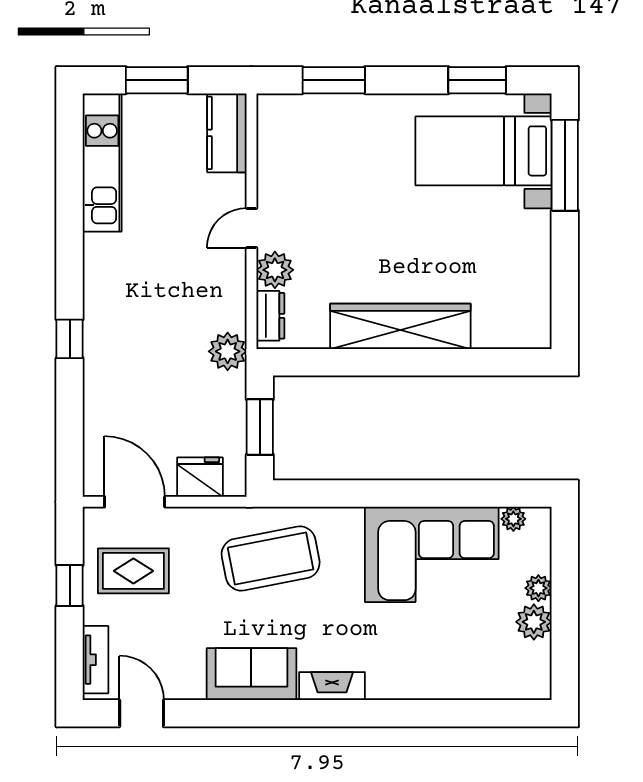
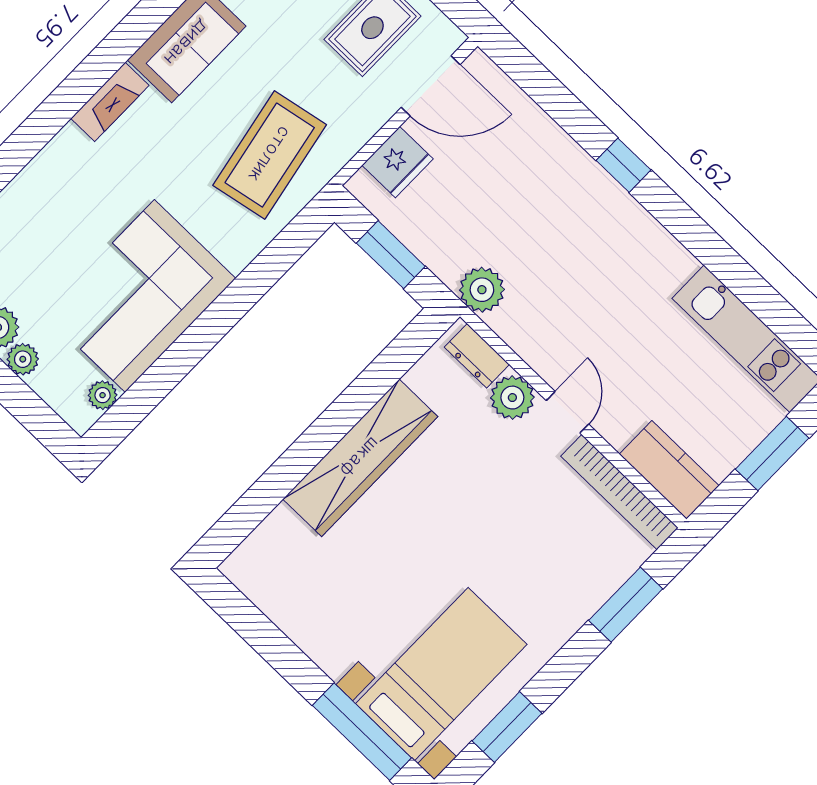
bookcase: (269, 150) -> (619, 492), added

